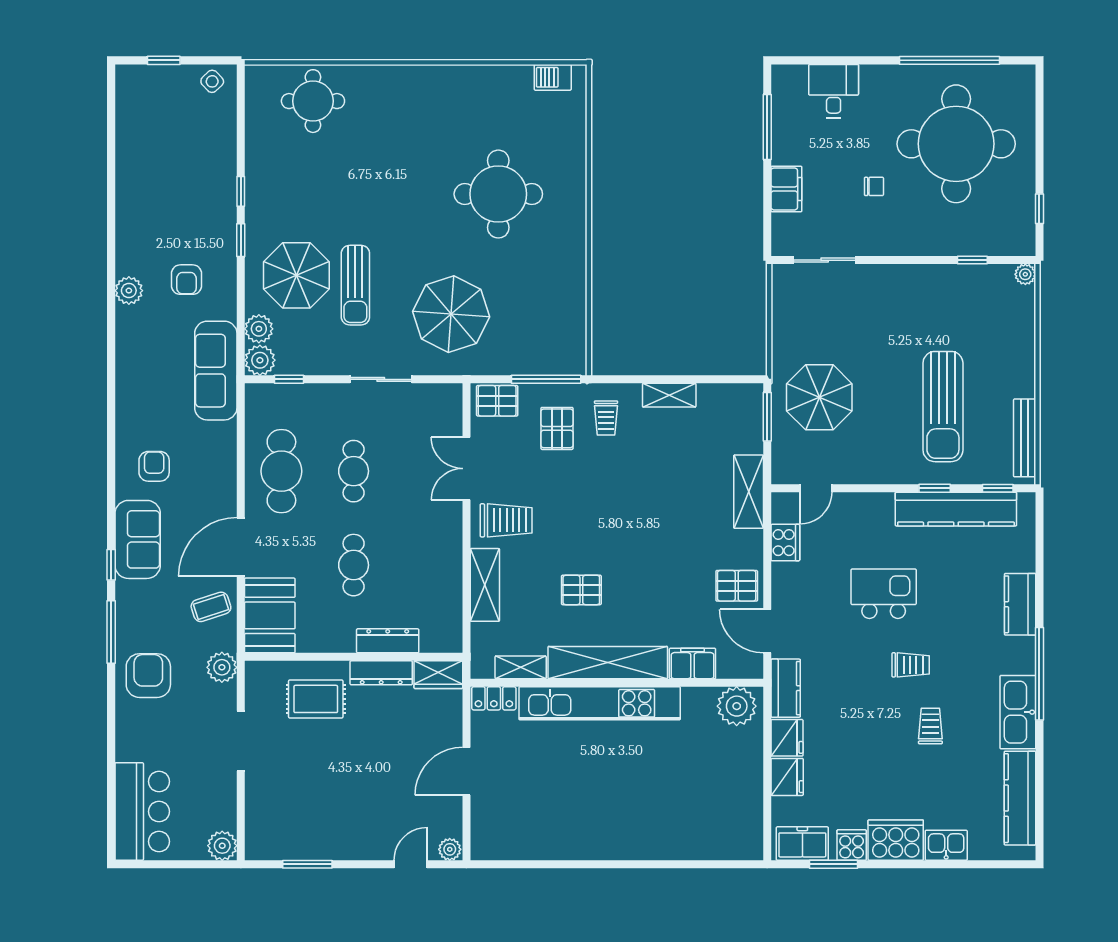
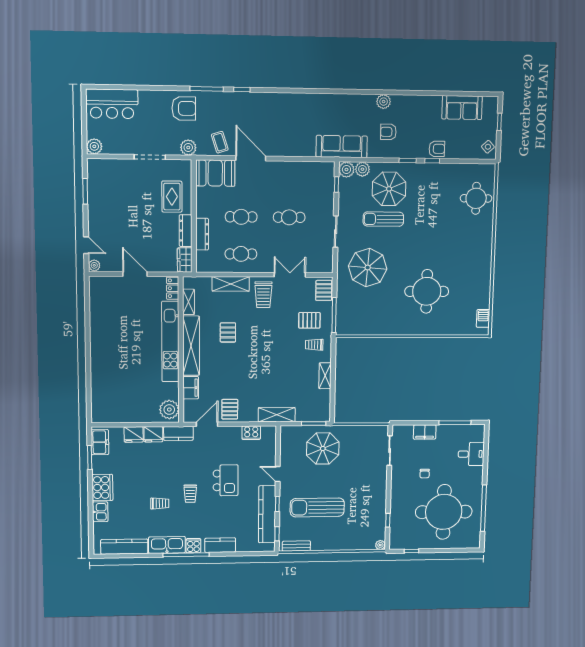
bench: (1025, 438) -> (296, 546), width x0.73
armchair: (154, 466) -> (437, 149), moved
cafe table: (281, 471) -> (241, 254), moved, width x0.73, depth x0.74
door: (816, 488) -> (278, 474), moved
sofa: (138, 539) -> (462, 108), moved
cooker: (852, 845) -> (193, 546), moved, turned -90

